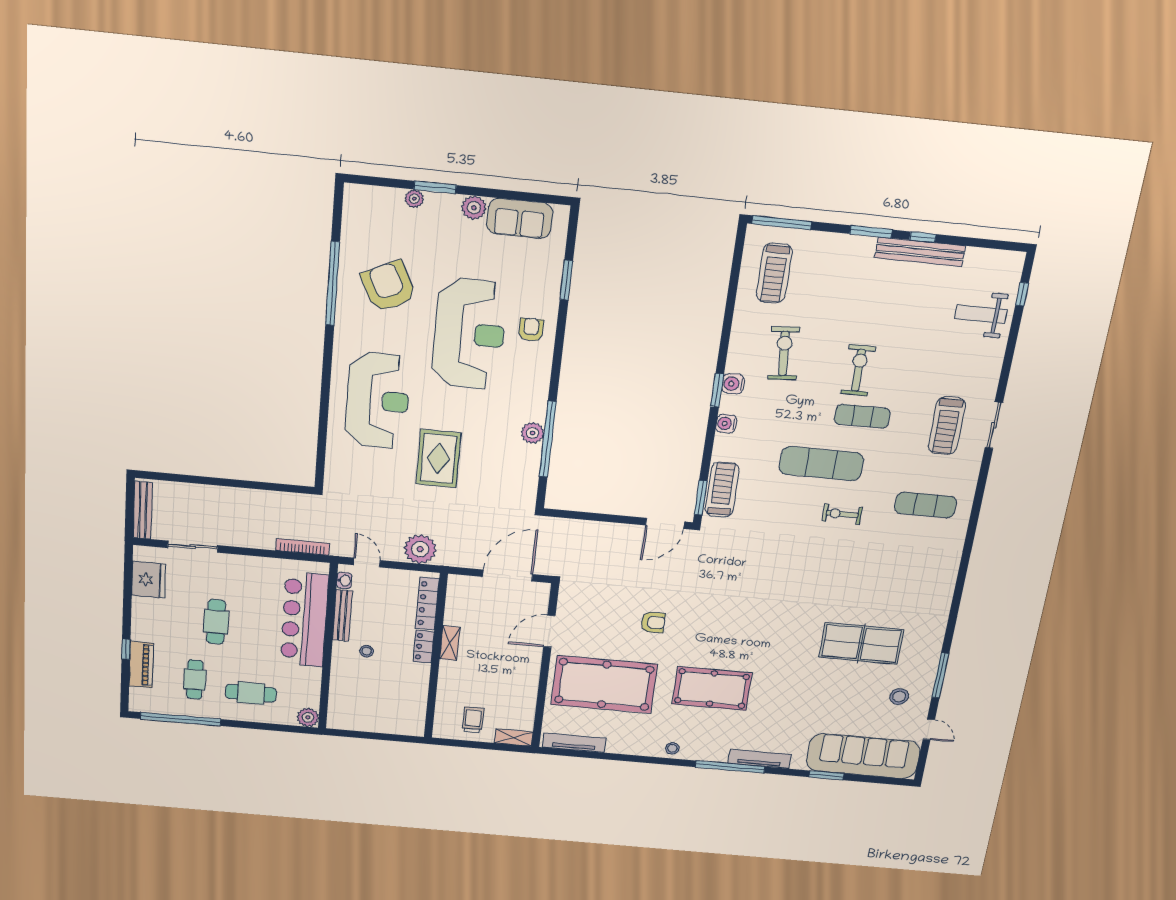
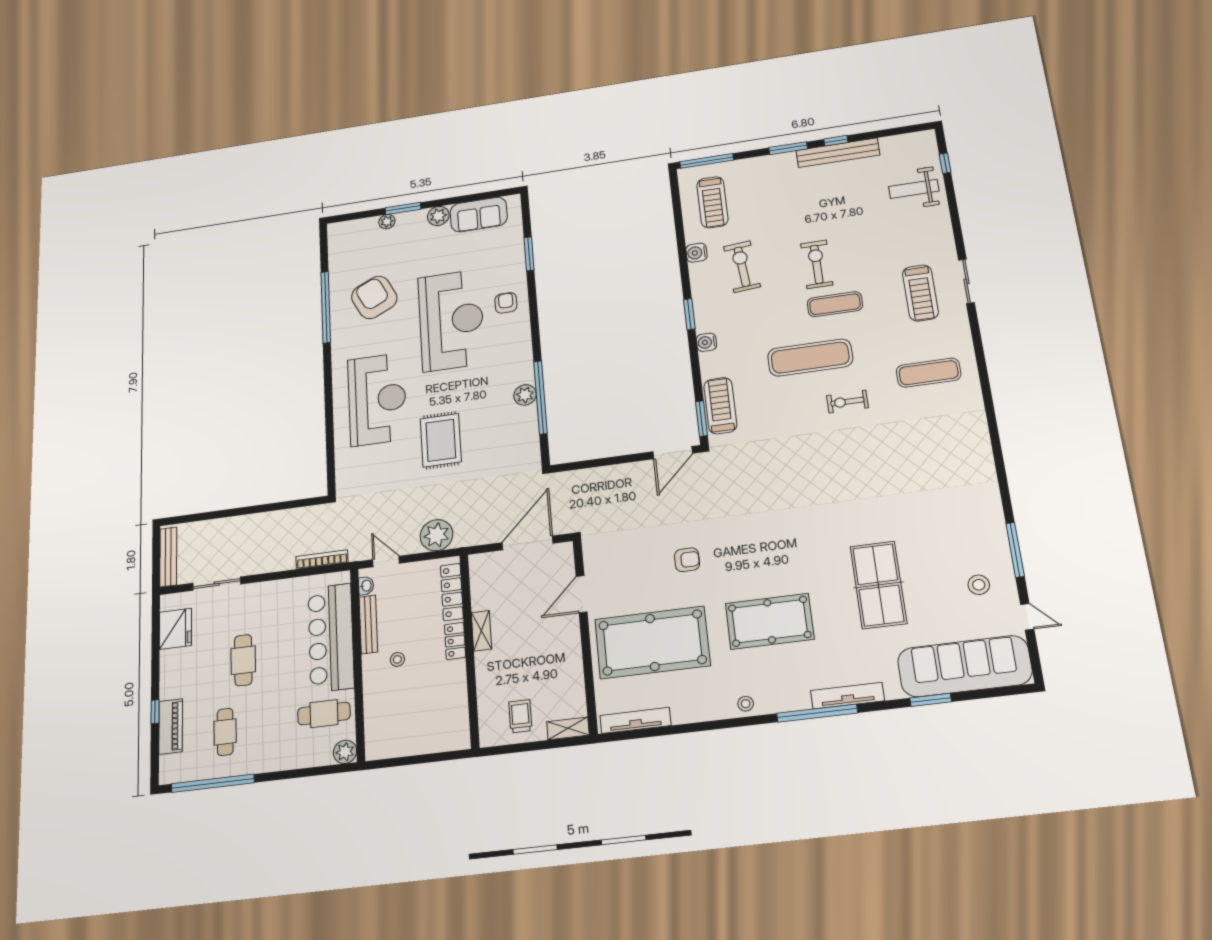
water cooler: (733, 384) -> (696, 253), moved
table tennis table: (861, 643) -> (878, 585), moved, turned 90
cafe table: (251, 693) -> (324, 714), moved

